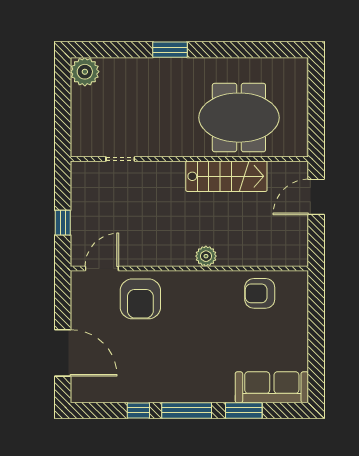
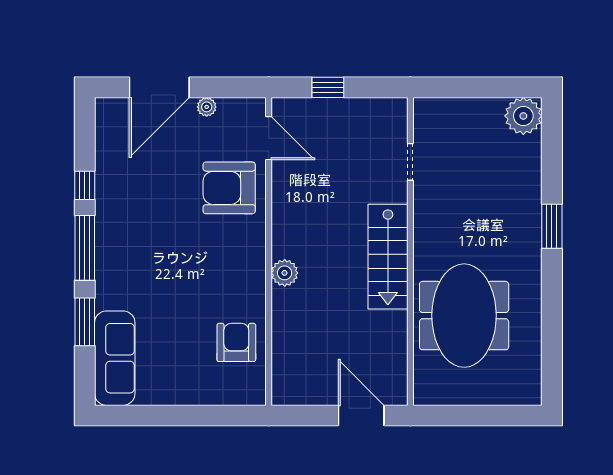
stairs: (226, 176) -> (388, 257), moved
plant: (78, 316) -> (207, 107), added

